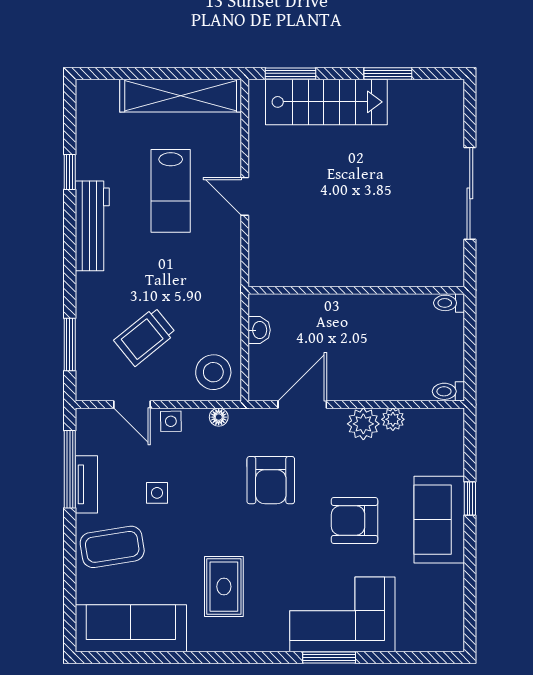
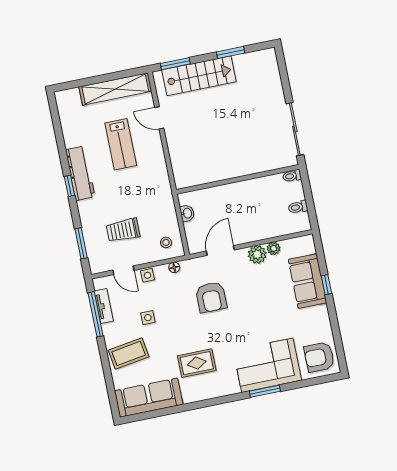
window: (70, 172) -> (69, 186), moved
sliding door: (470, 193) -> (295, 129), moved
door: (245, 196) -> (159, 118), moved
trolley: (145, 337) -> (123, 230), turned 39
stool: (213, 372) -> (166, 242), width x0.53, depth x0.53
toilet: (448, 391) -> (298, 207), moved
tv unit: (86, 484) -> (104, 306), moved
armchair: (355, 520) -> (319, 357), moved
sofa: (439, 520) -> (308, 281), moved
rug: (224, 587) -> (197, 363), turned 90

